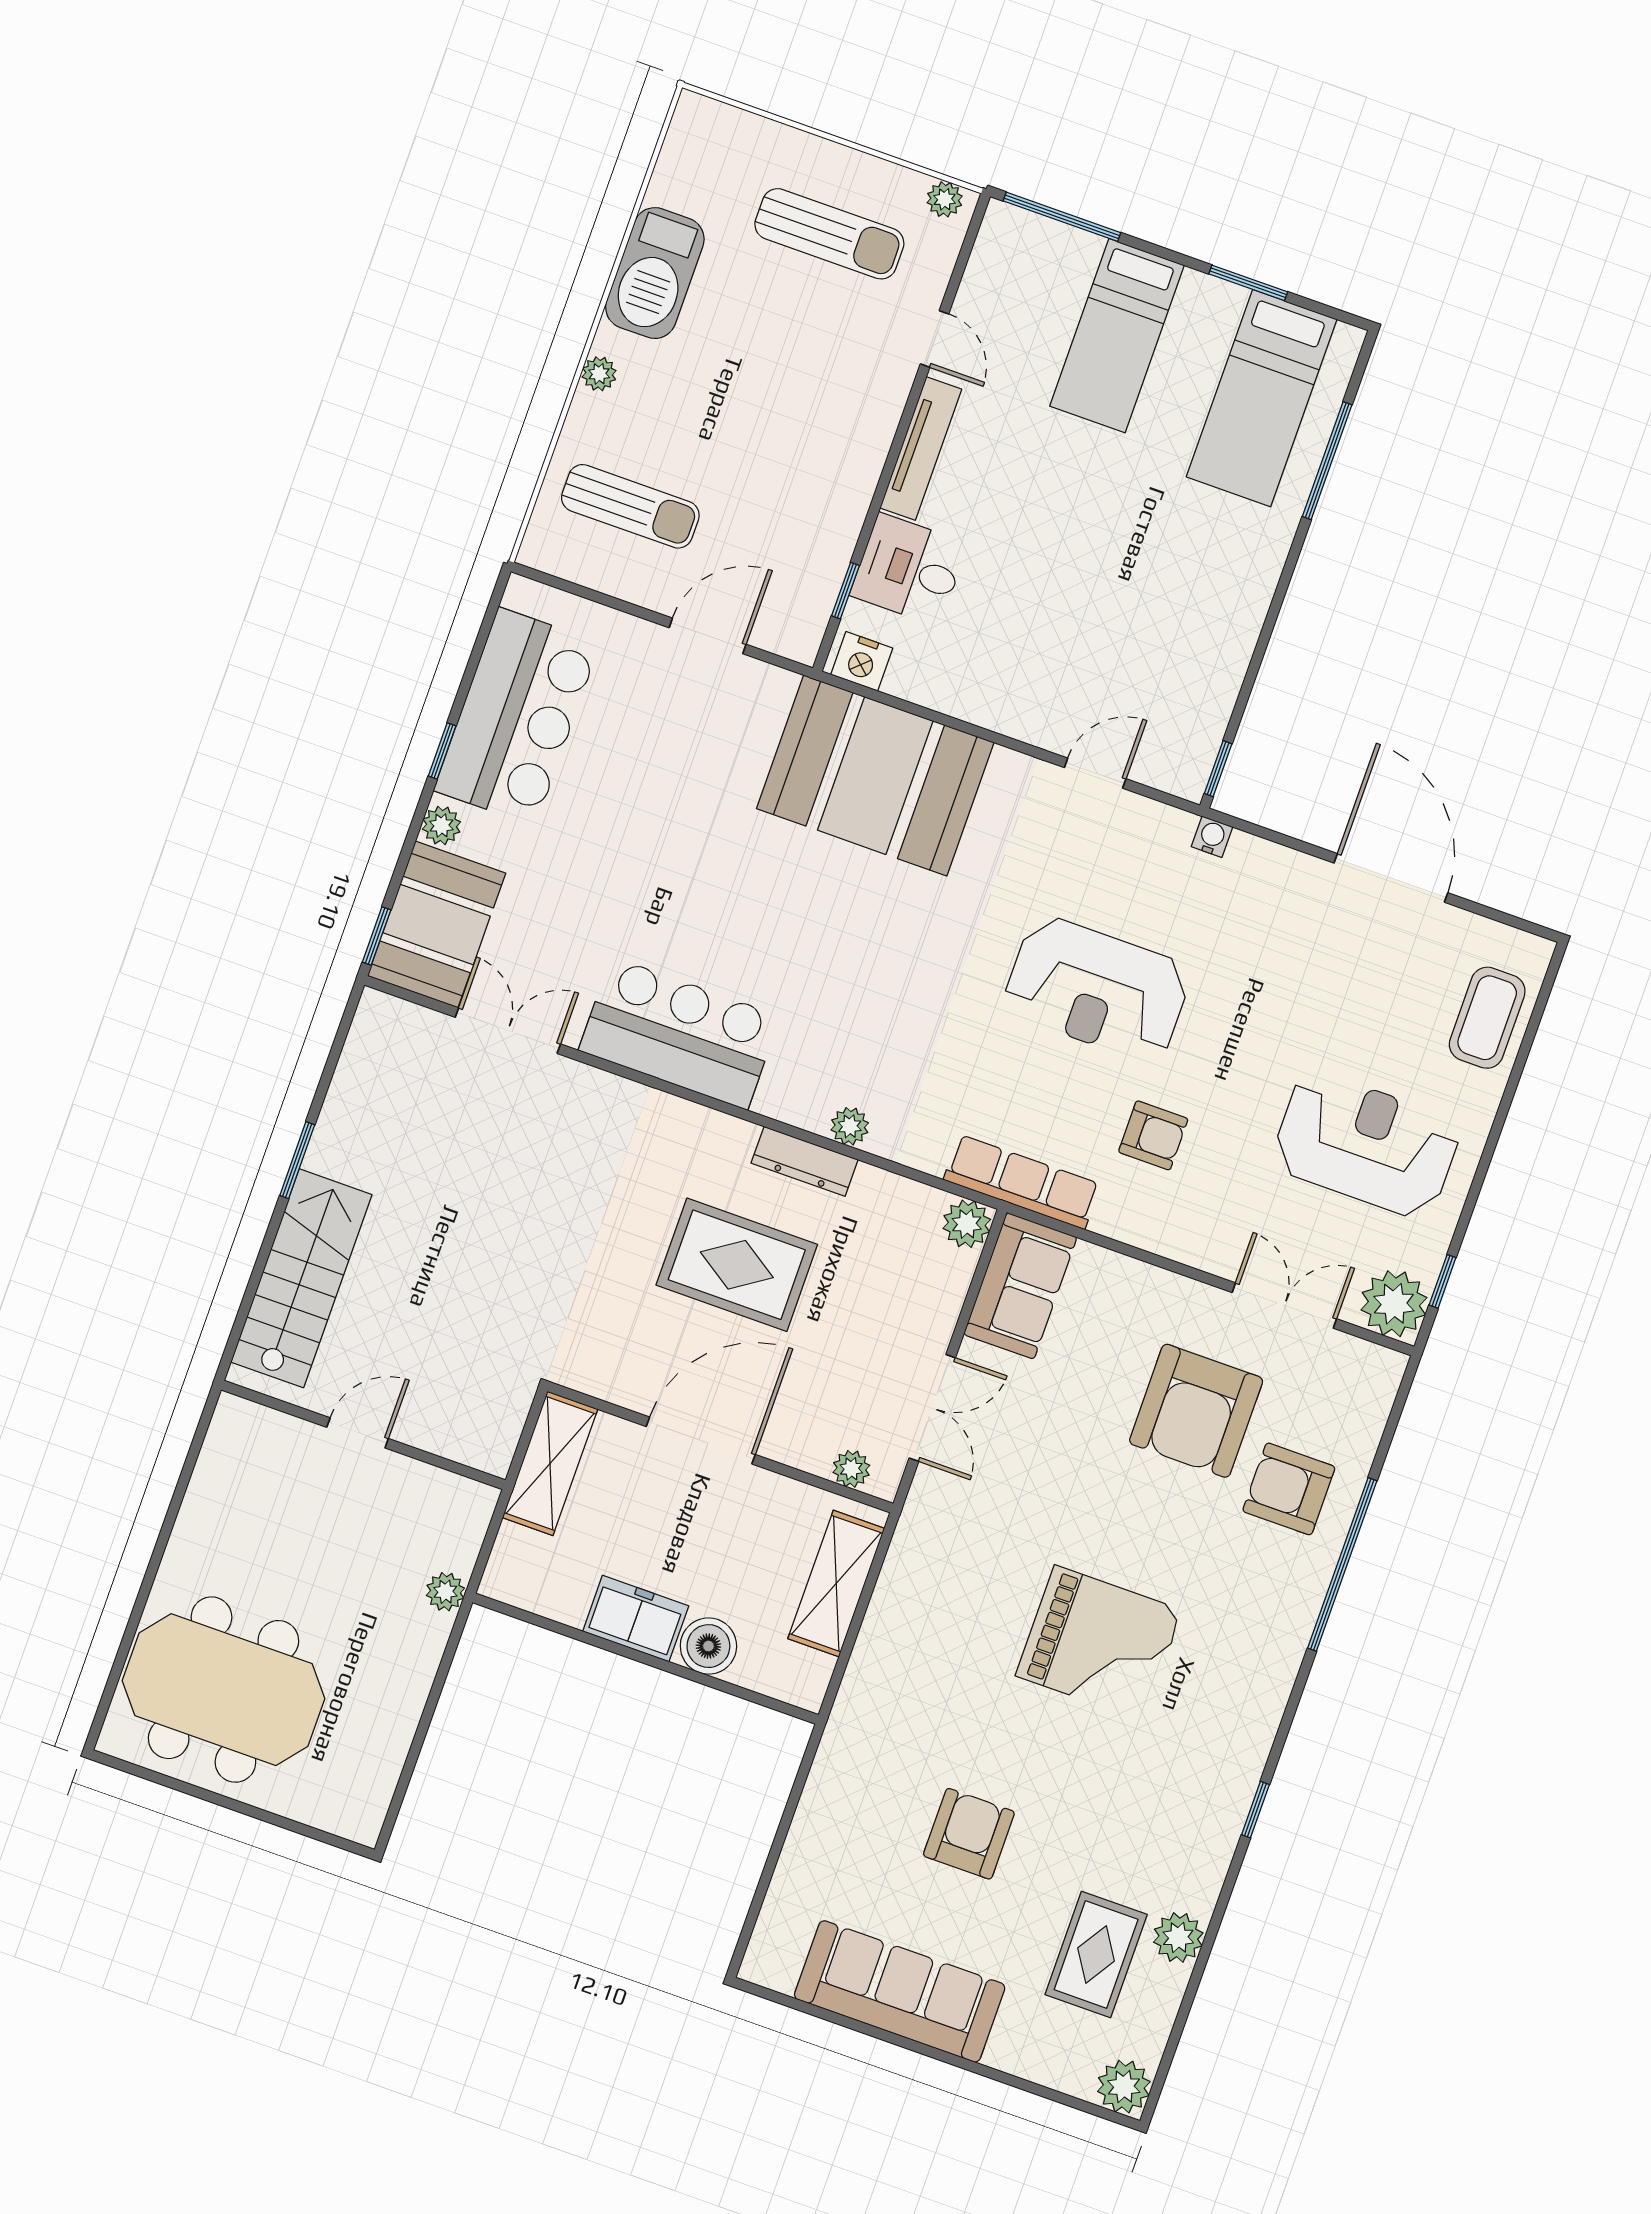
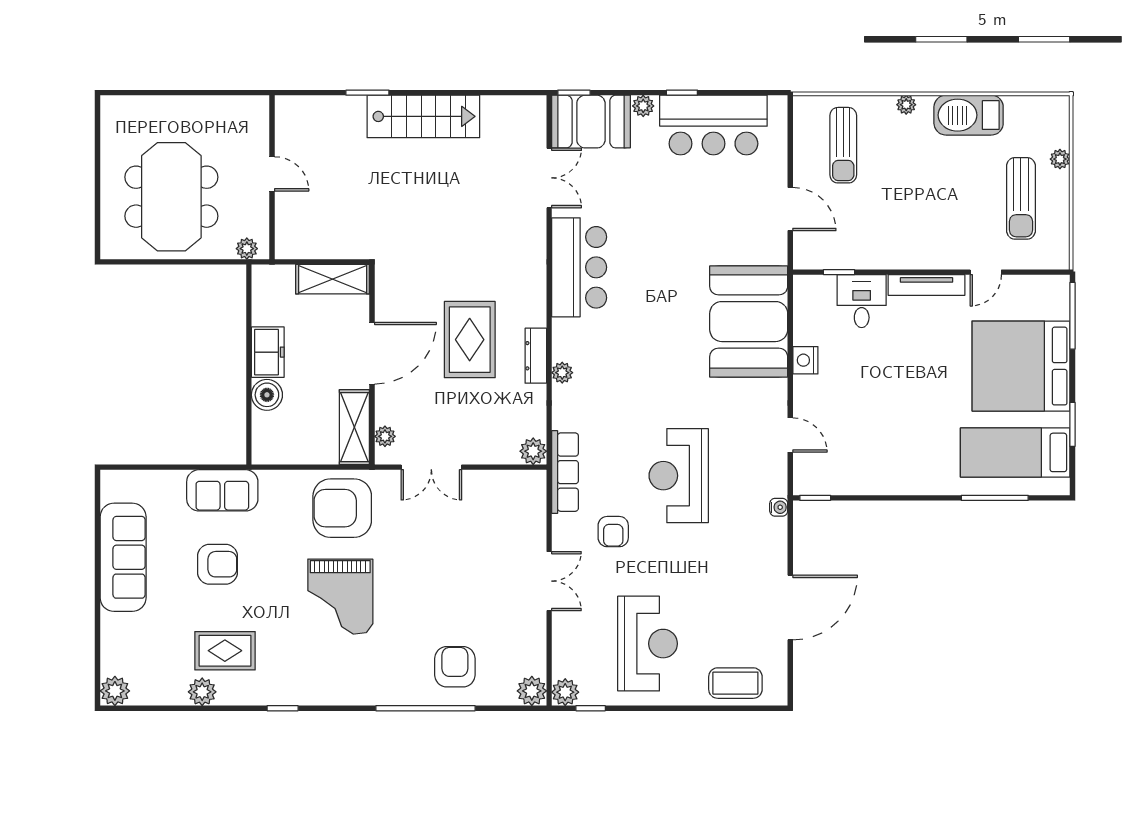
plant: (945, 199) -> (1060, 159), moved
bed: (1117, 336) -> (1021, 366), width x2.04
nightstand: (862, 661) -> (805, 360), moved
window: (297, 1160) -> (367, 93), moved
stairs: (301, 1278) -> (423, 116), moved
sofa: (1020, 1286) -> (222, 490), moved
plant: (1394, 1304) -> (565, 692), width x0.73, depth x0.73
double door: (1284, 1306) -> (549, 581), moved
plant: (1377, 1372) -> (532, 691), added
armchair: (1196, 1411) -> (342, 508), moved
door: (358, 1433) -> (272, 174), moved
wall: (363, 1435) -> (272, 177), moved
door: (701, 1441) -> (372, 353), hinge flipped
shelving: (836, 1584) -> (354, 427), moved, turned 90
meeting table: (223, 1690) -> (171, 197), moved
rug: (1096, 1955) -> (225, 651), moved

